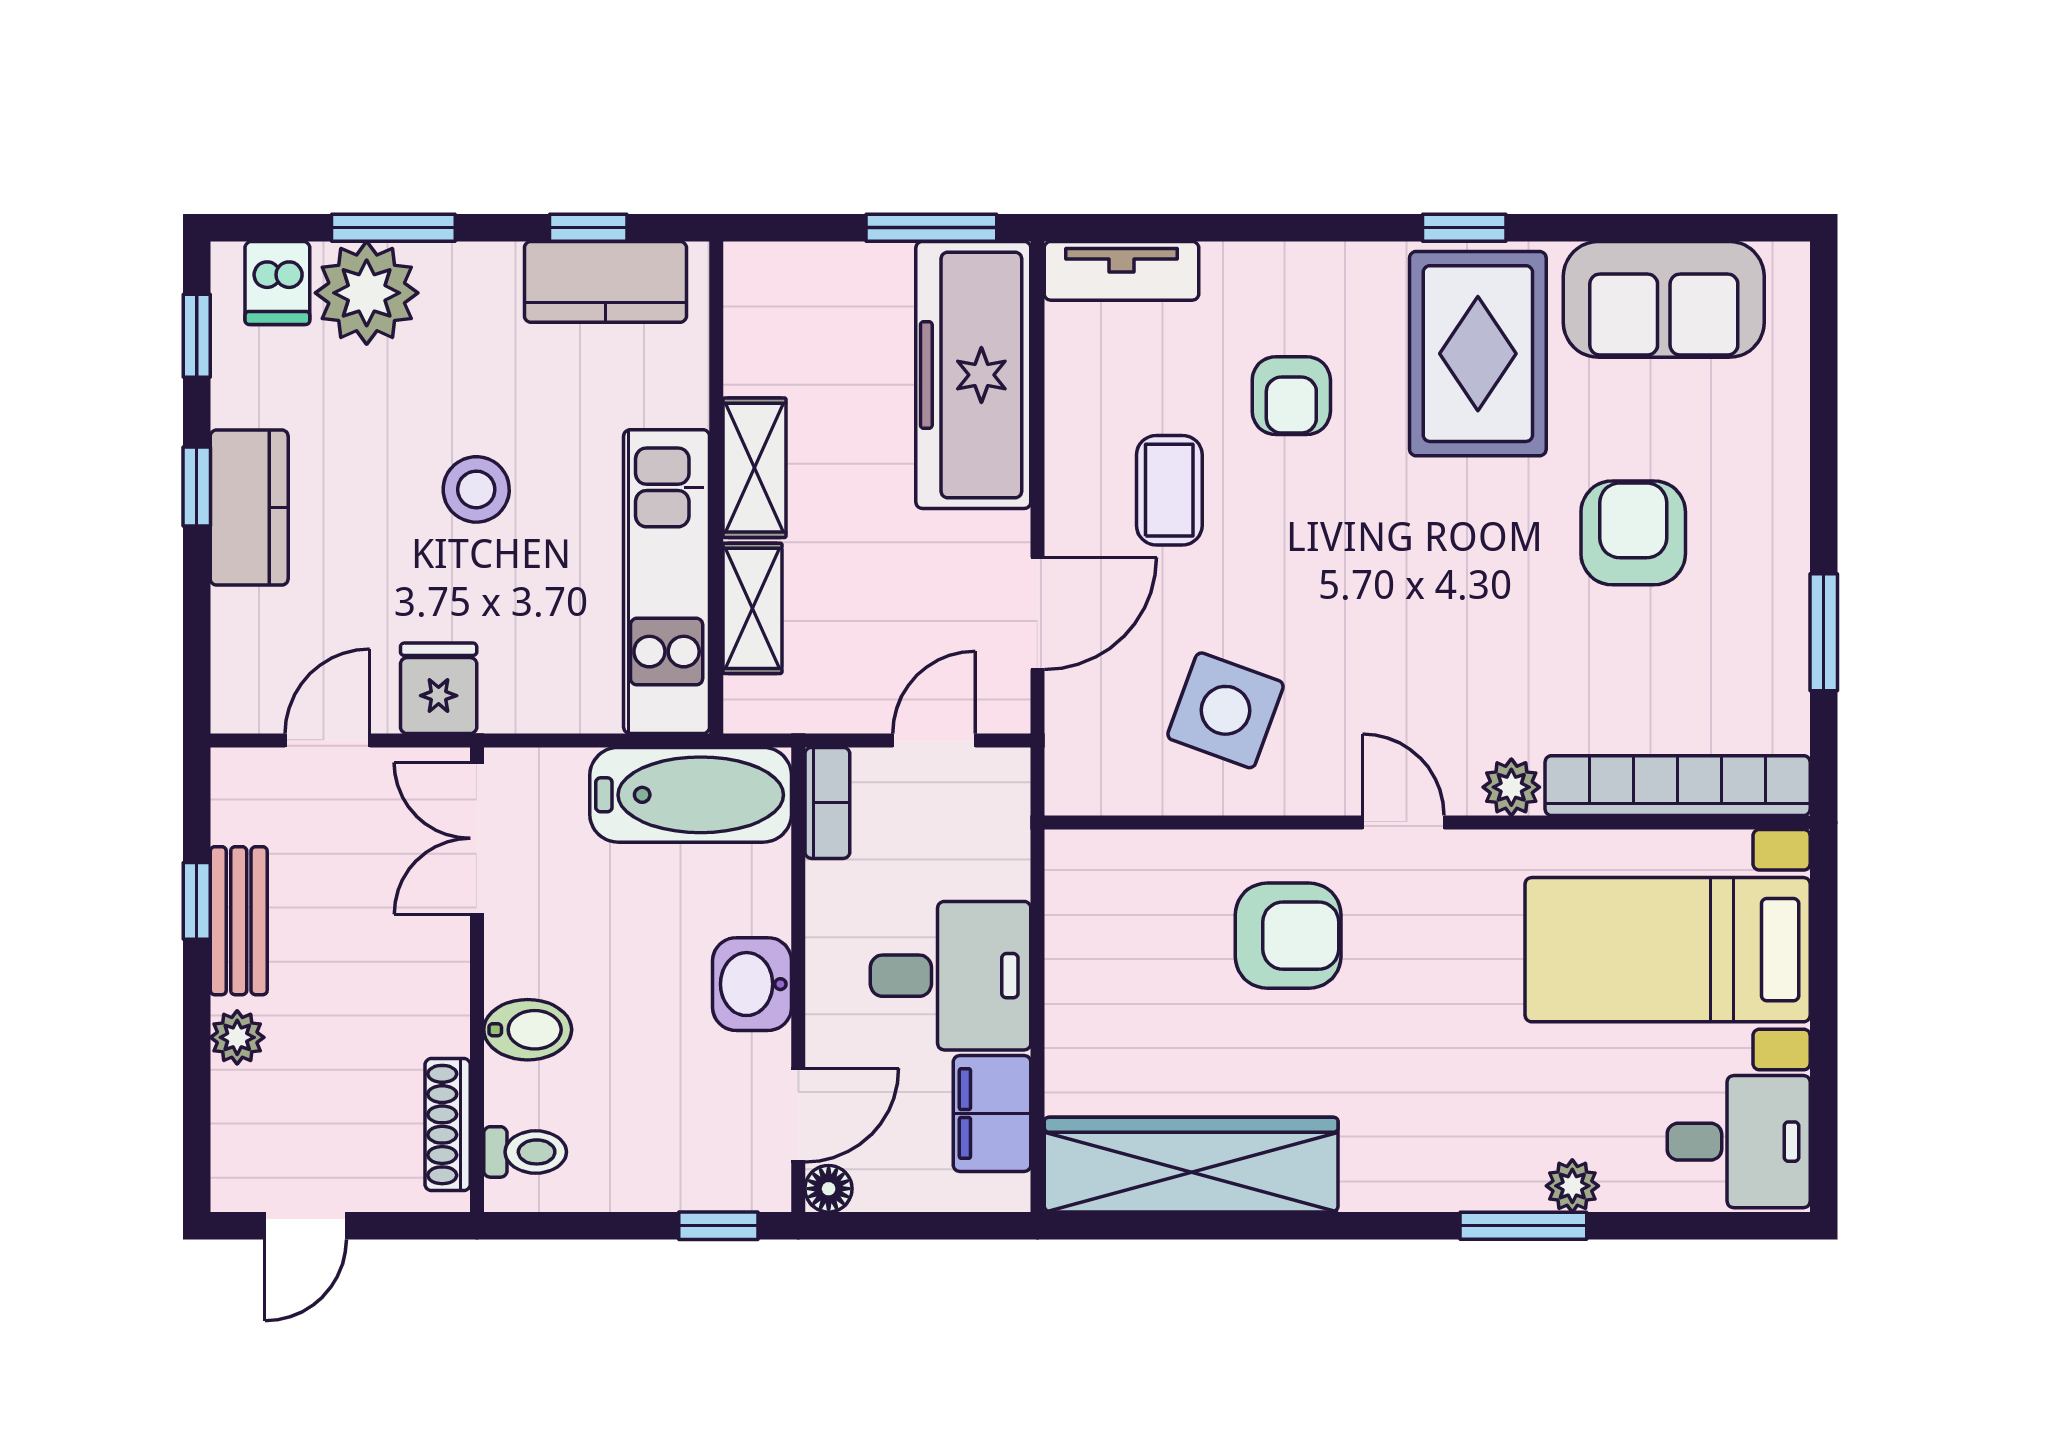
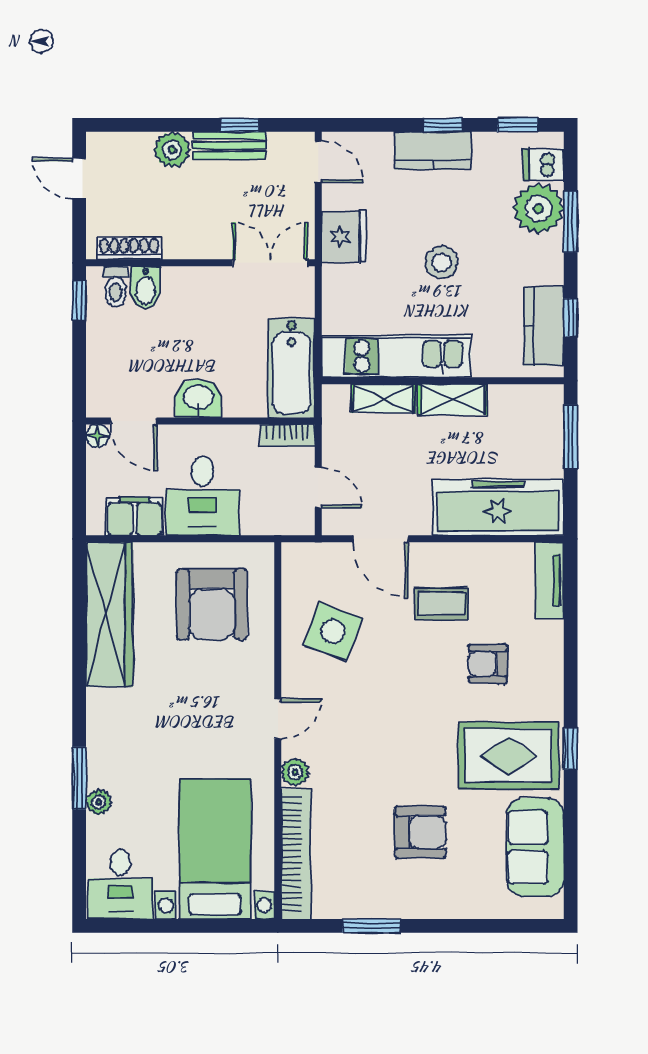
window: (931, 228) -> (571, 437), moved
fridge: (439, 688) -> (344, 237), width x1.38
door: (328, 740) -> (318, 162), moved
armchair: (1288, 936) -> (212, 604), moved, width x1.36, depth x1.36
bidet: (528, 1030) -> (146, 288), moved
plant: (237, 1037) -> (172, 150), width x1.38, depth x1.38
window: (718, 1226) -> (79, 300), moved

